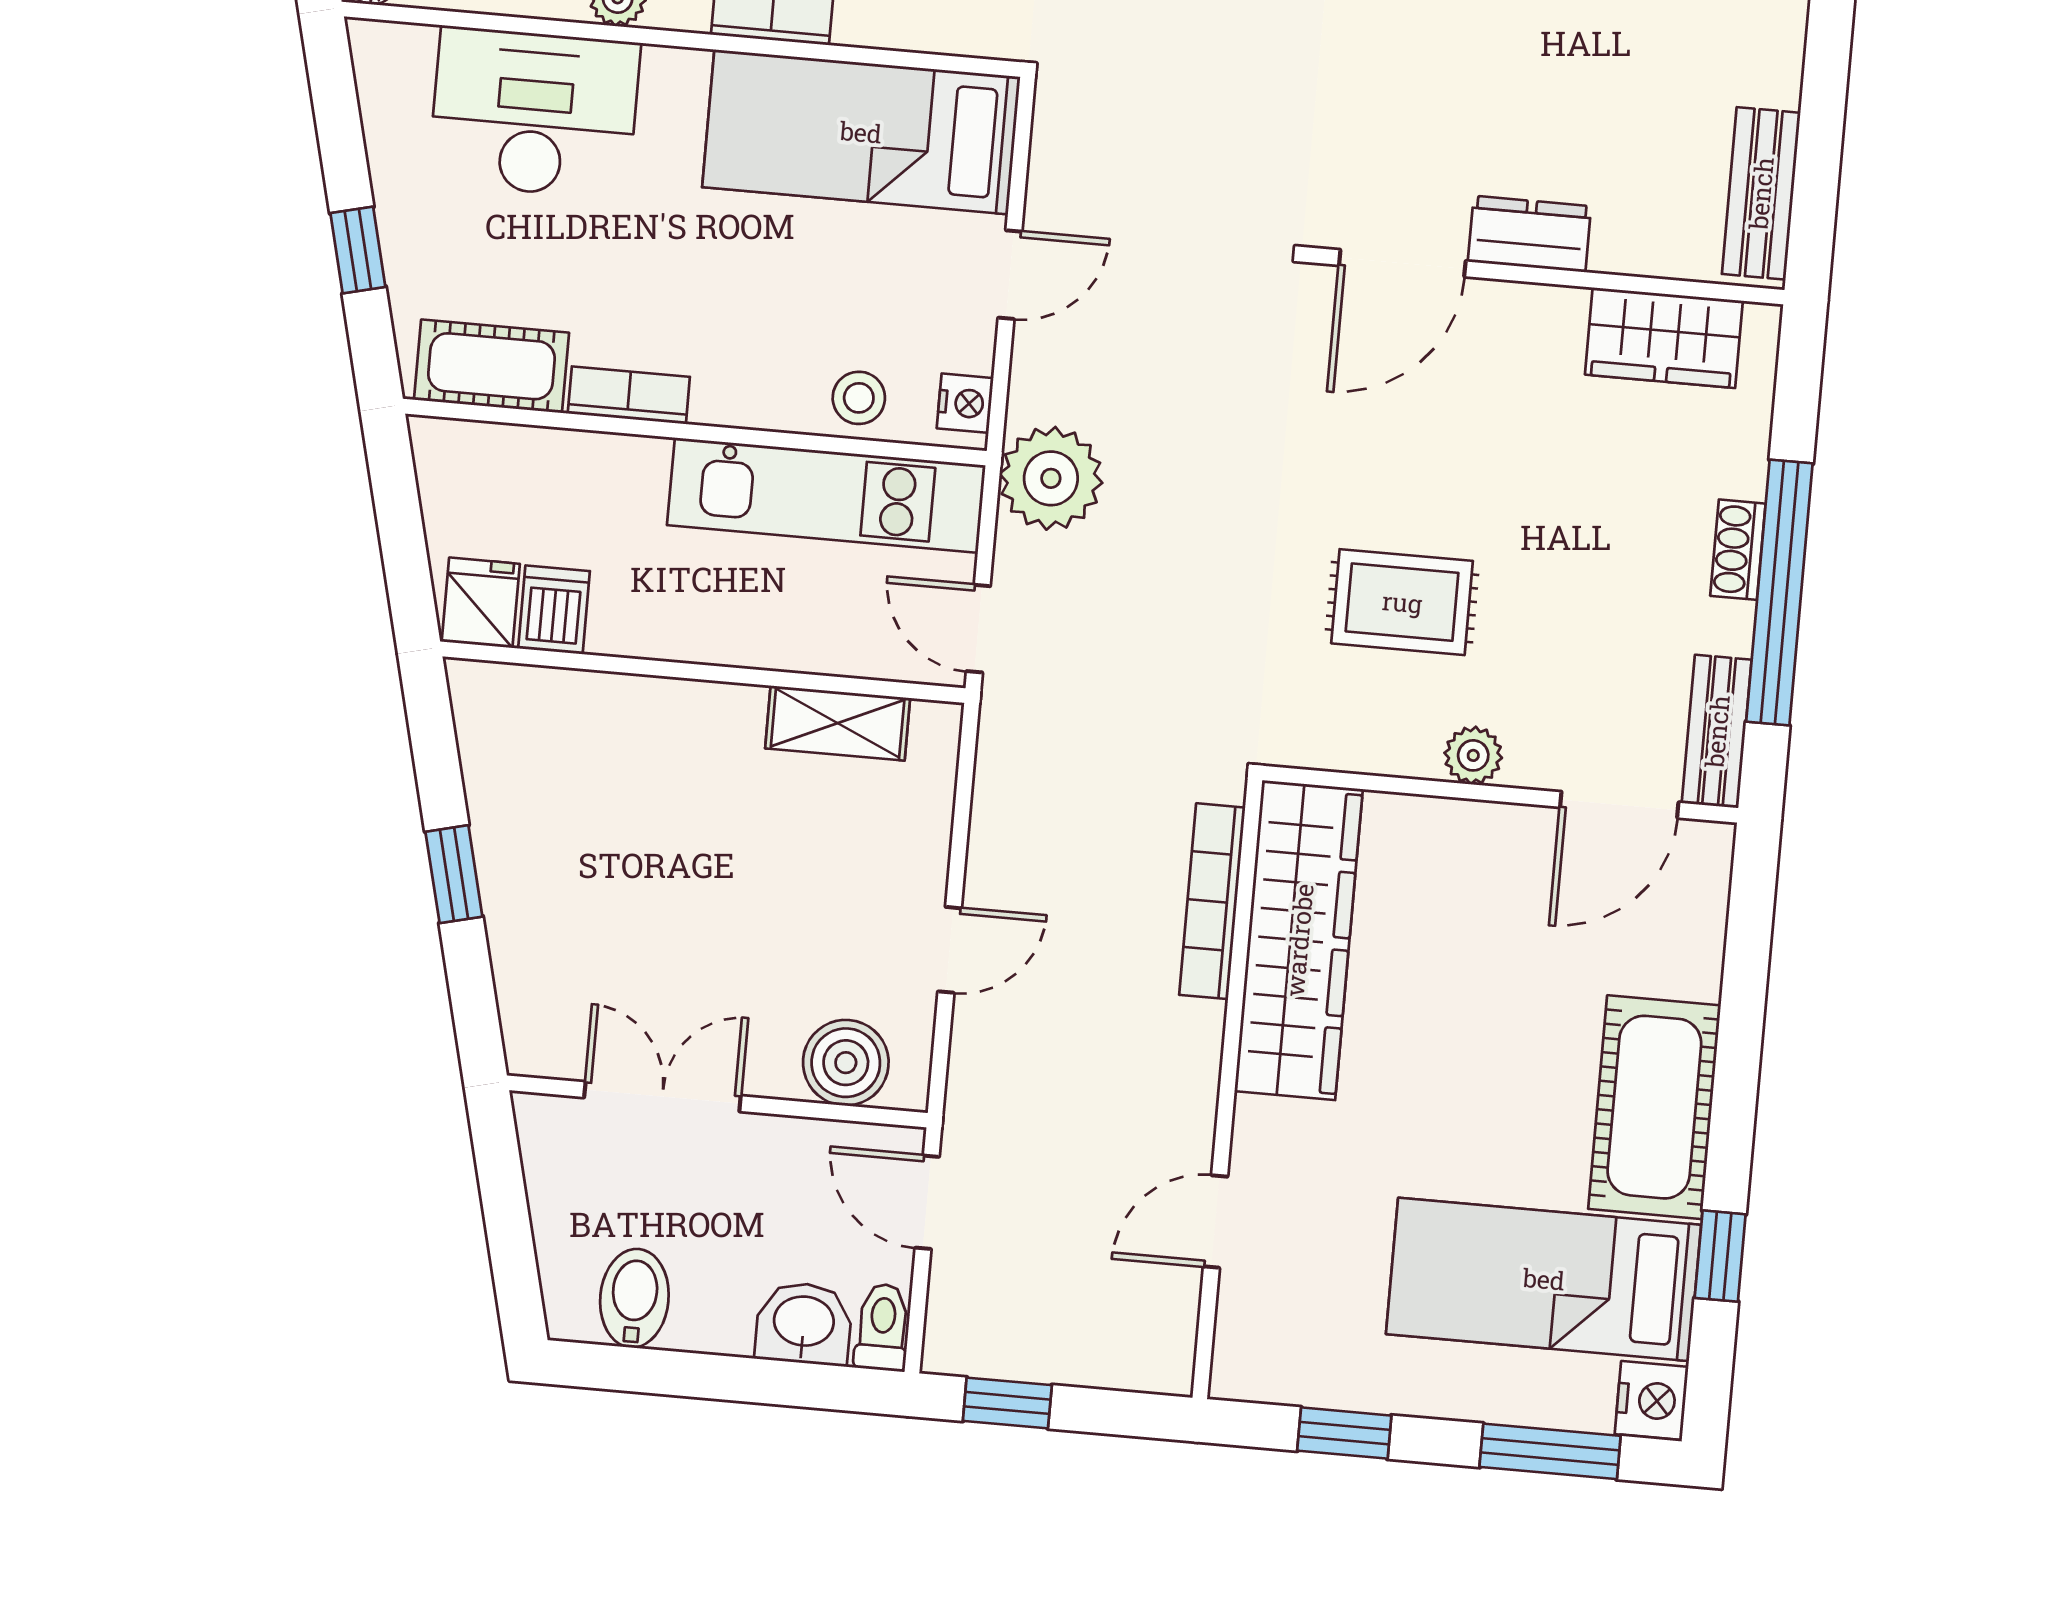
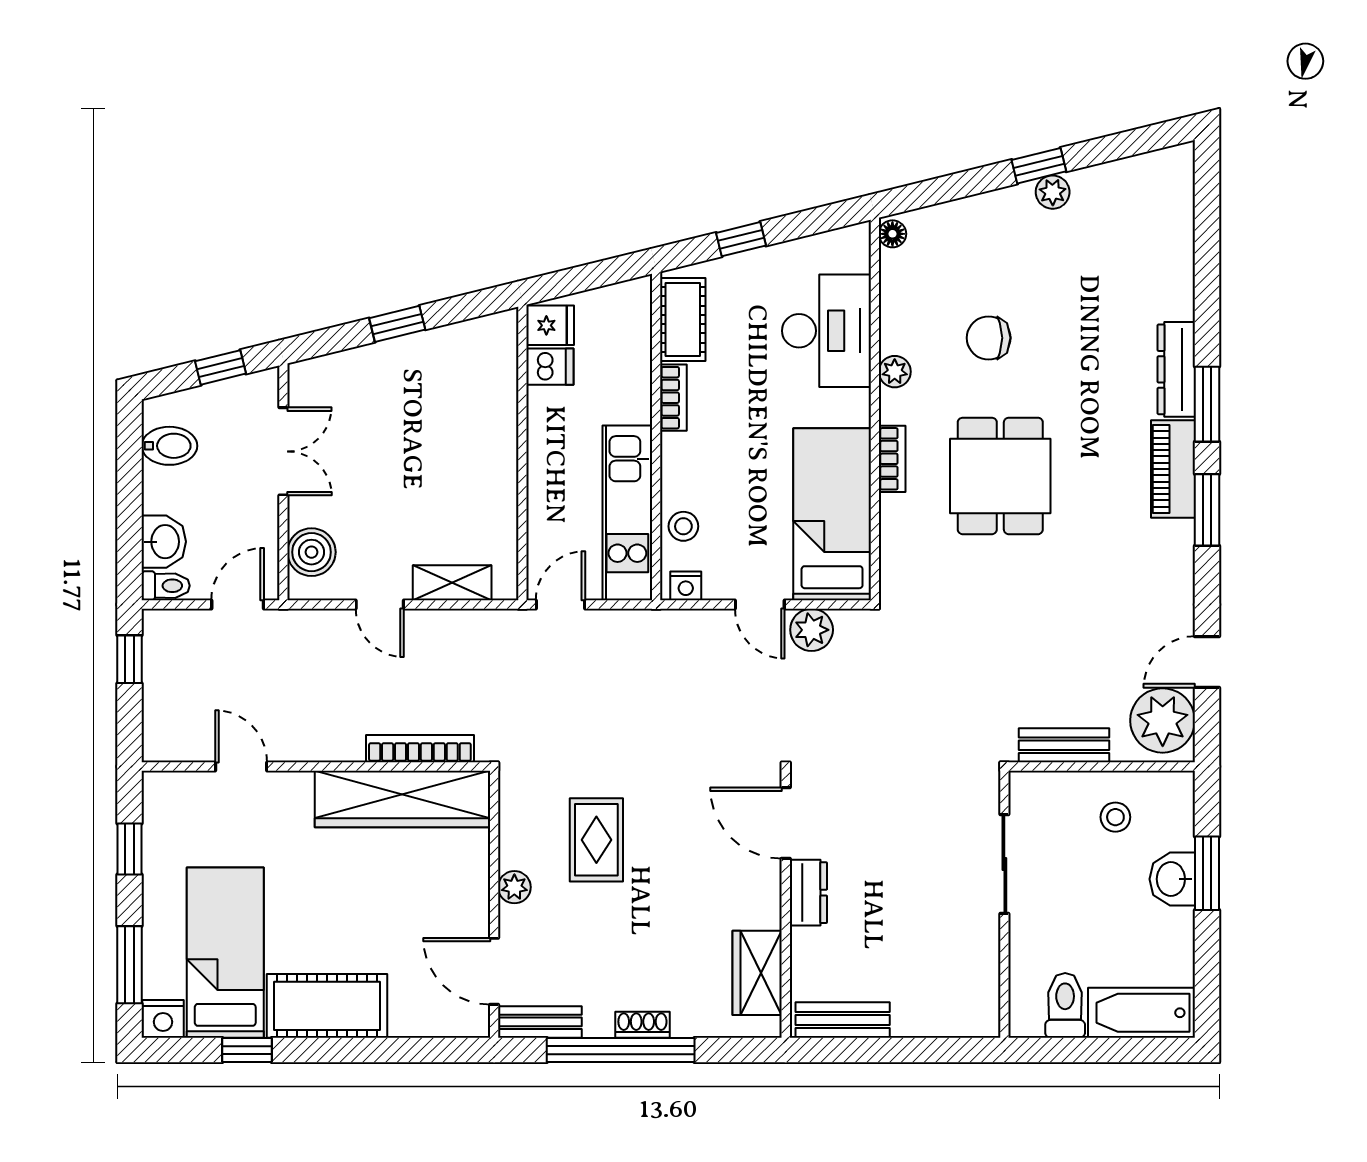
plant: (1051, 478) -> (812, 630), moved, width x0.73, depth x0.73
shelving: (838, 723) -> (452, 583), moved, turned 90
window: (503, 1195) -> (221, 367), added

